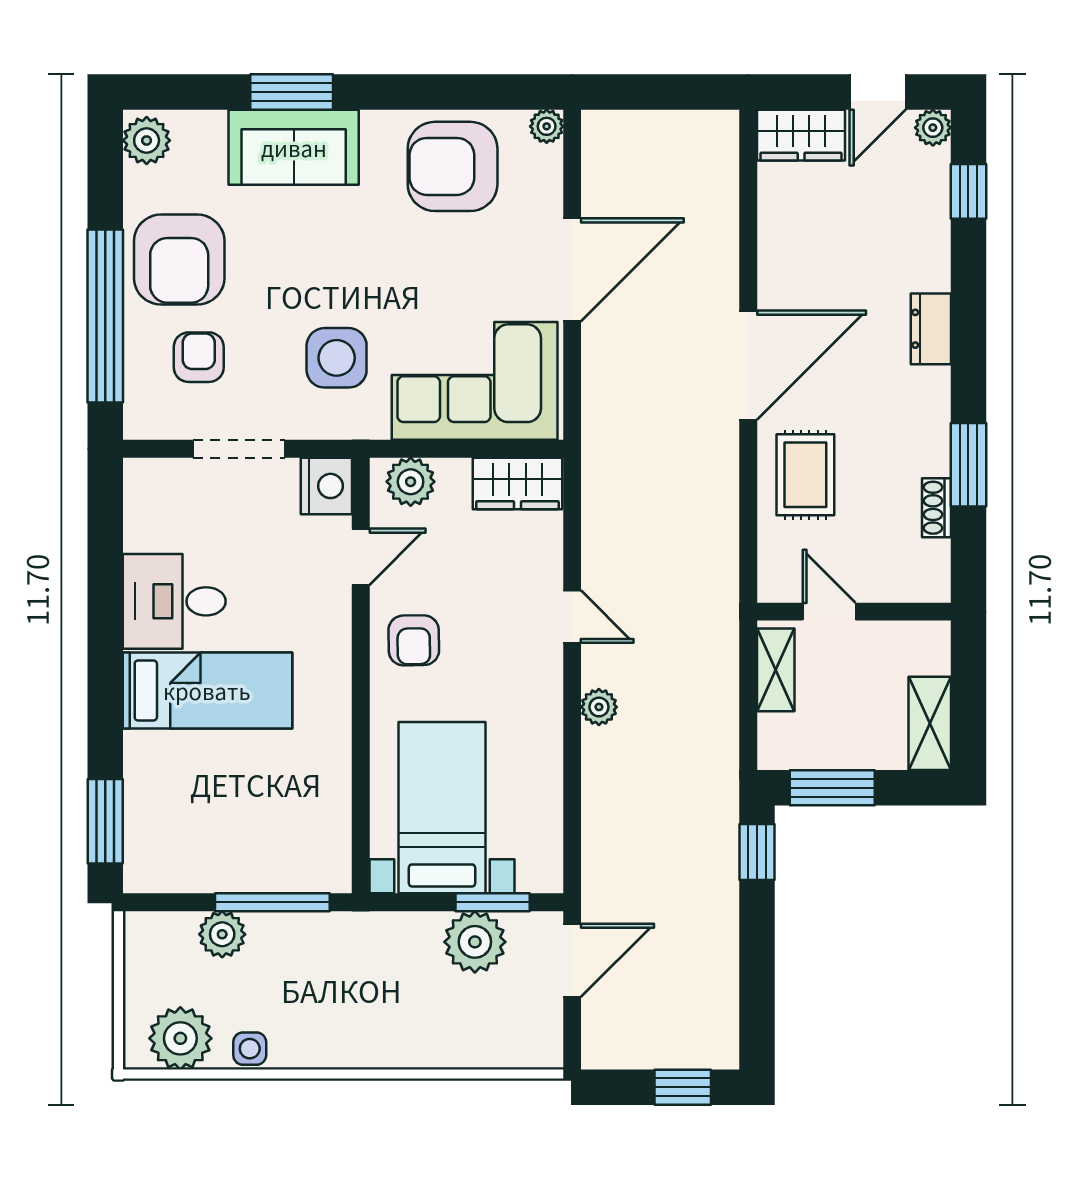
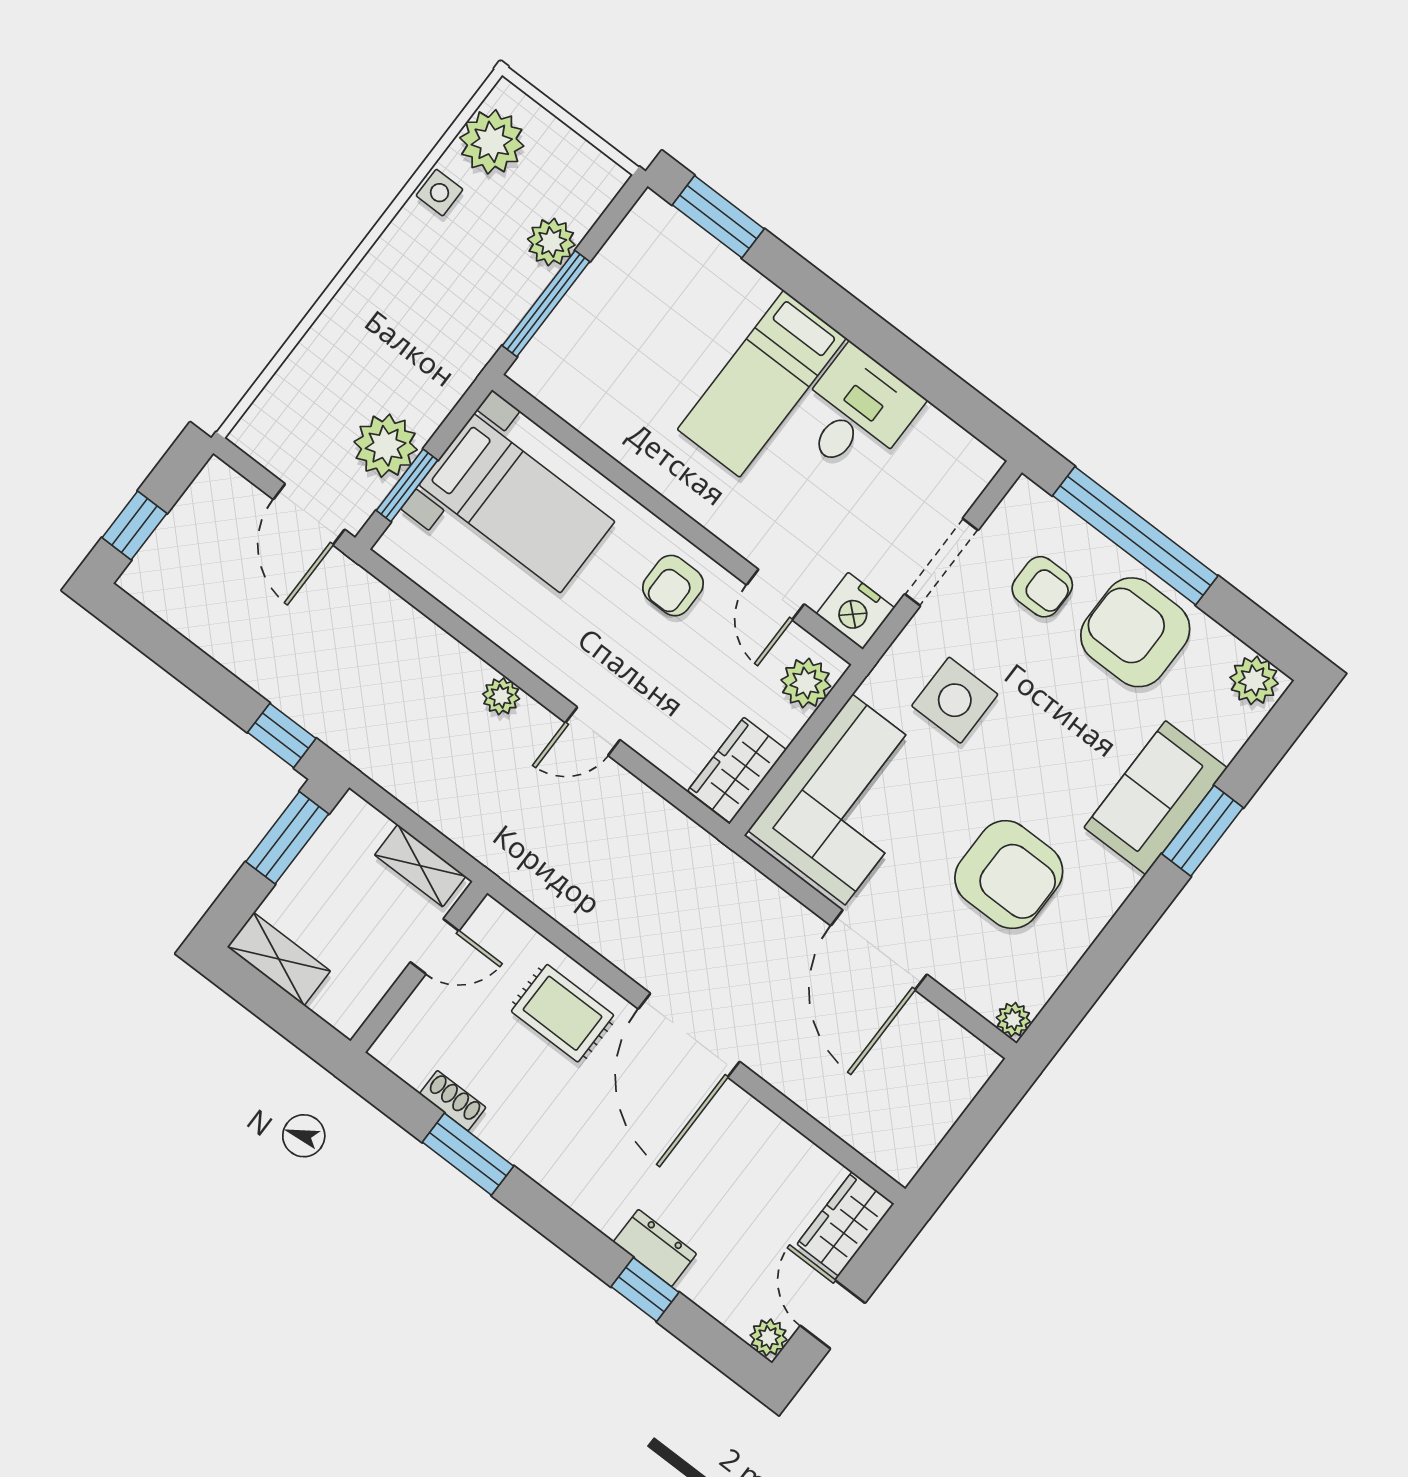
armchair: (453, 166) -> (1009, 875), moved, turned 90
window: (968, 191) -> (645, 1289), moved
dresser: (931, 329) -> (655, 1248), moved
armchair: (414, 640) -> (673, 586), turned -89

